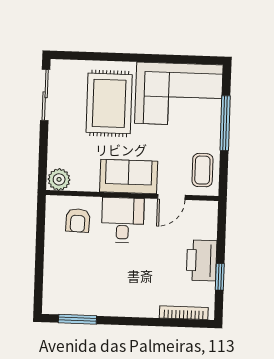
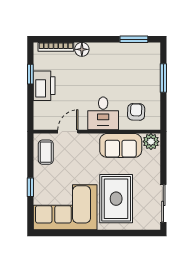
window: (225, 123) -> (30, 187), width x0.46
sofa: (129, 177) -> (121, 145), moved
window: (39, 265) -> (163, 78), added
floor lamp: (149, 308) -> (82, 49), added

